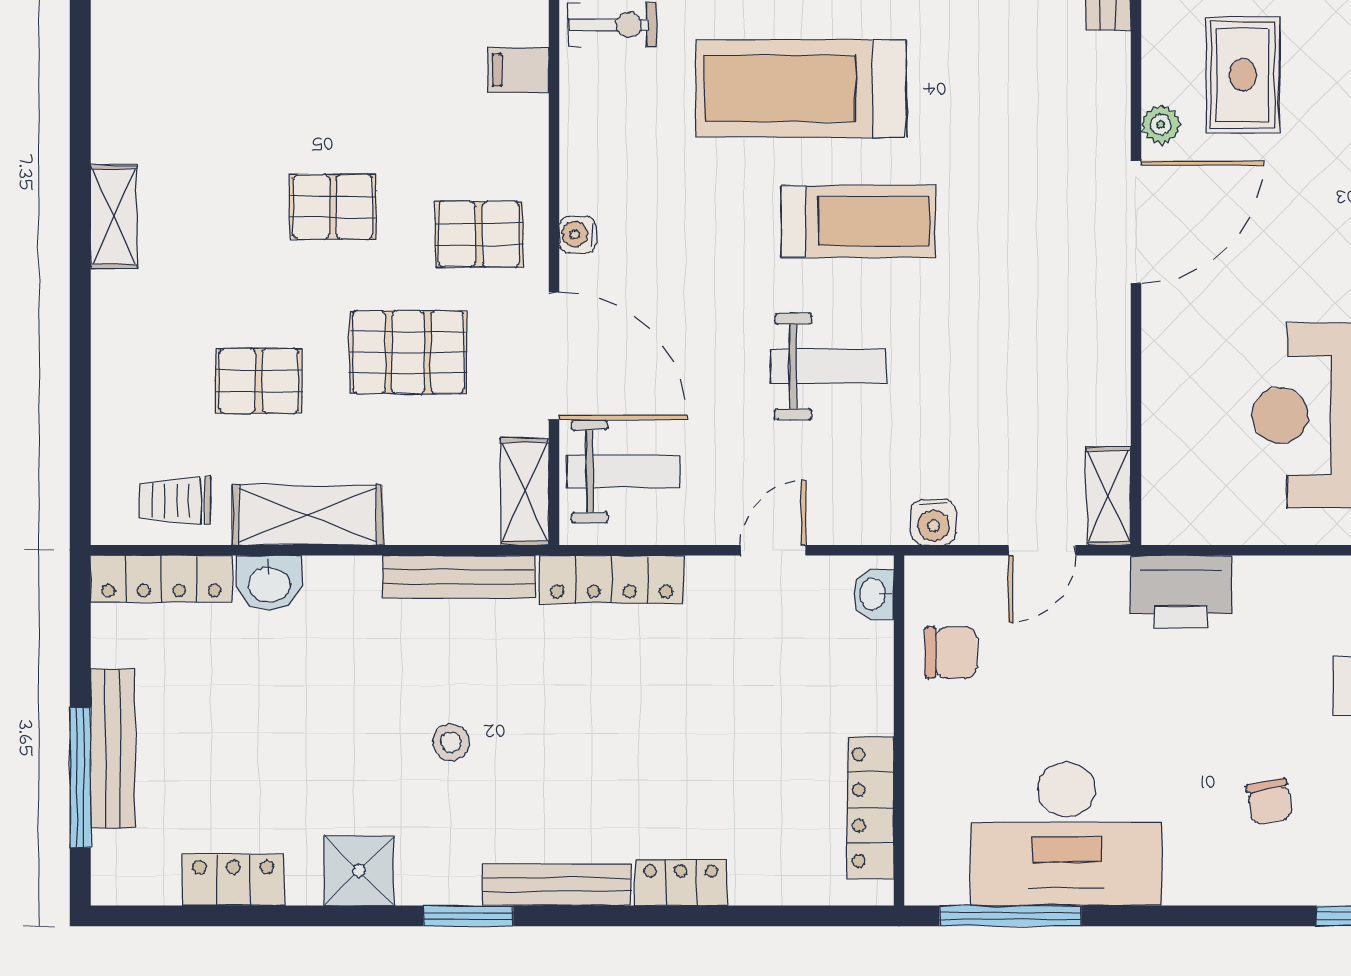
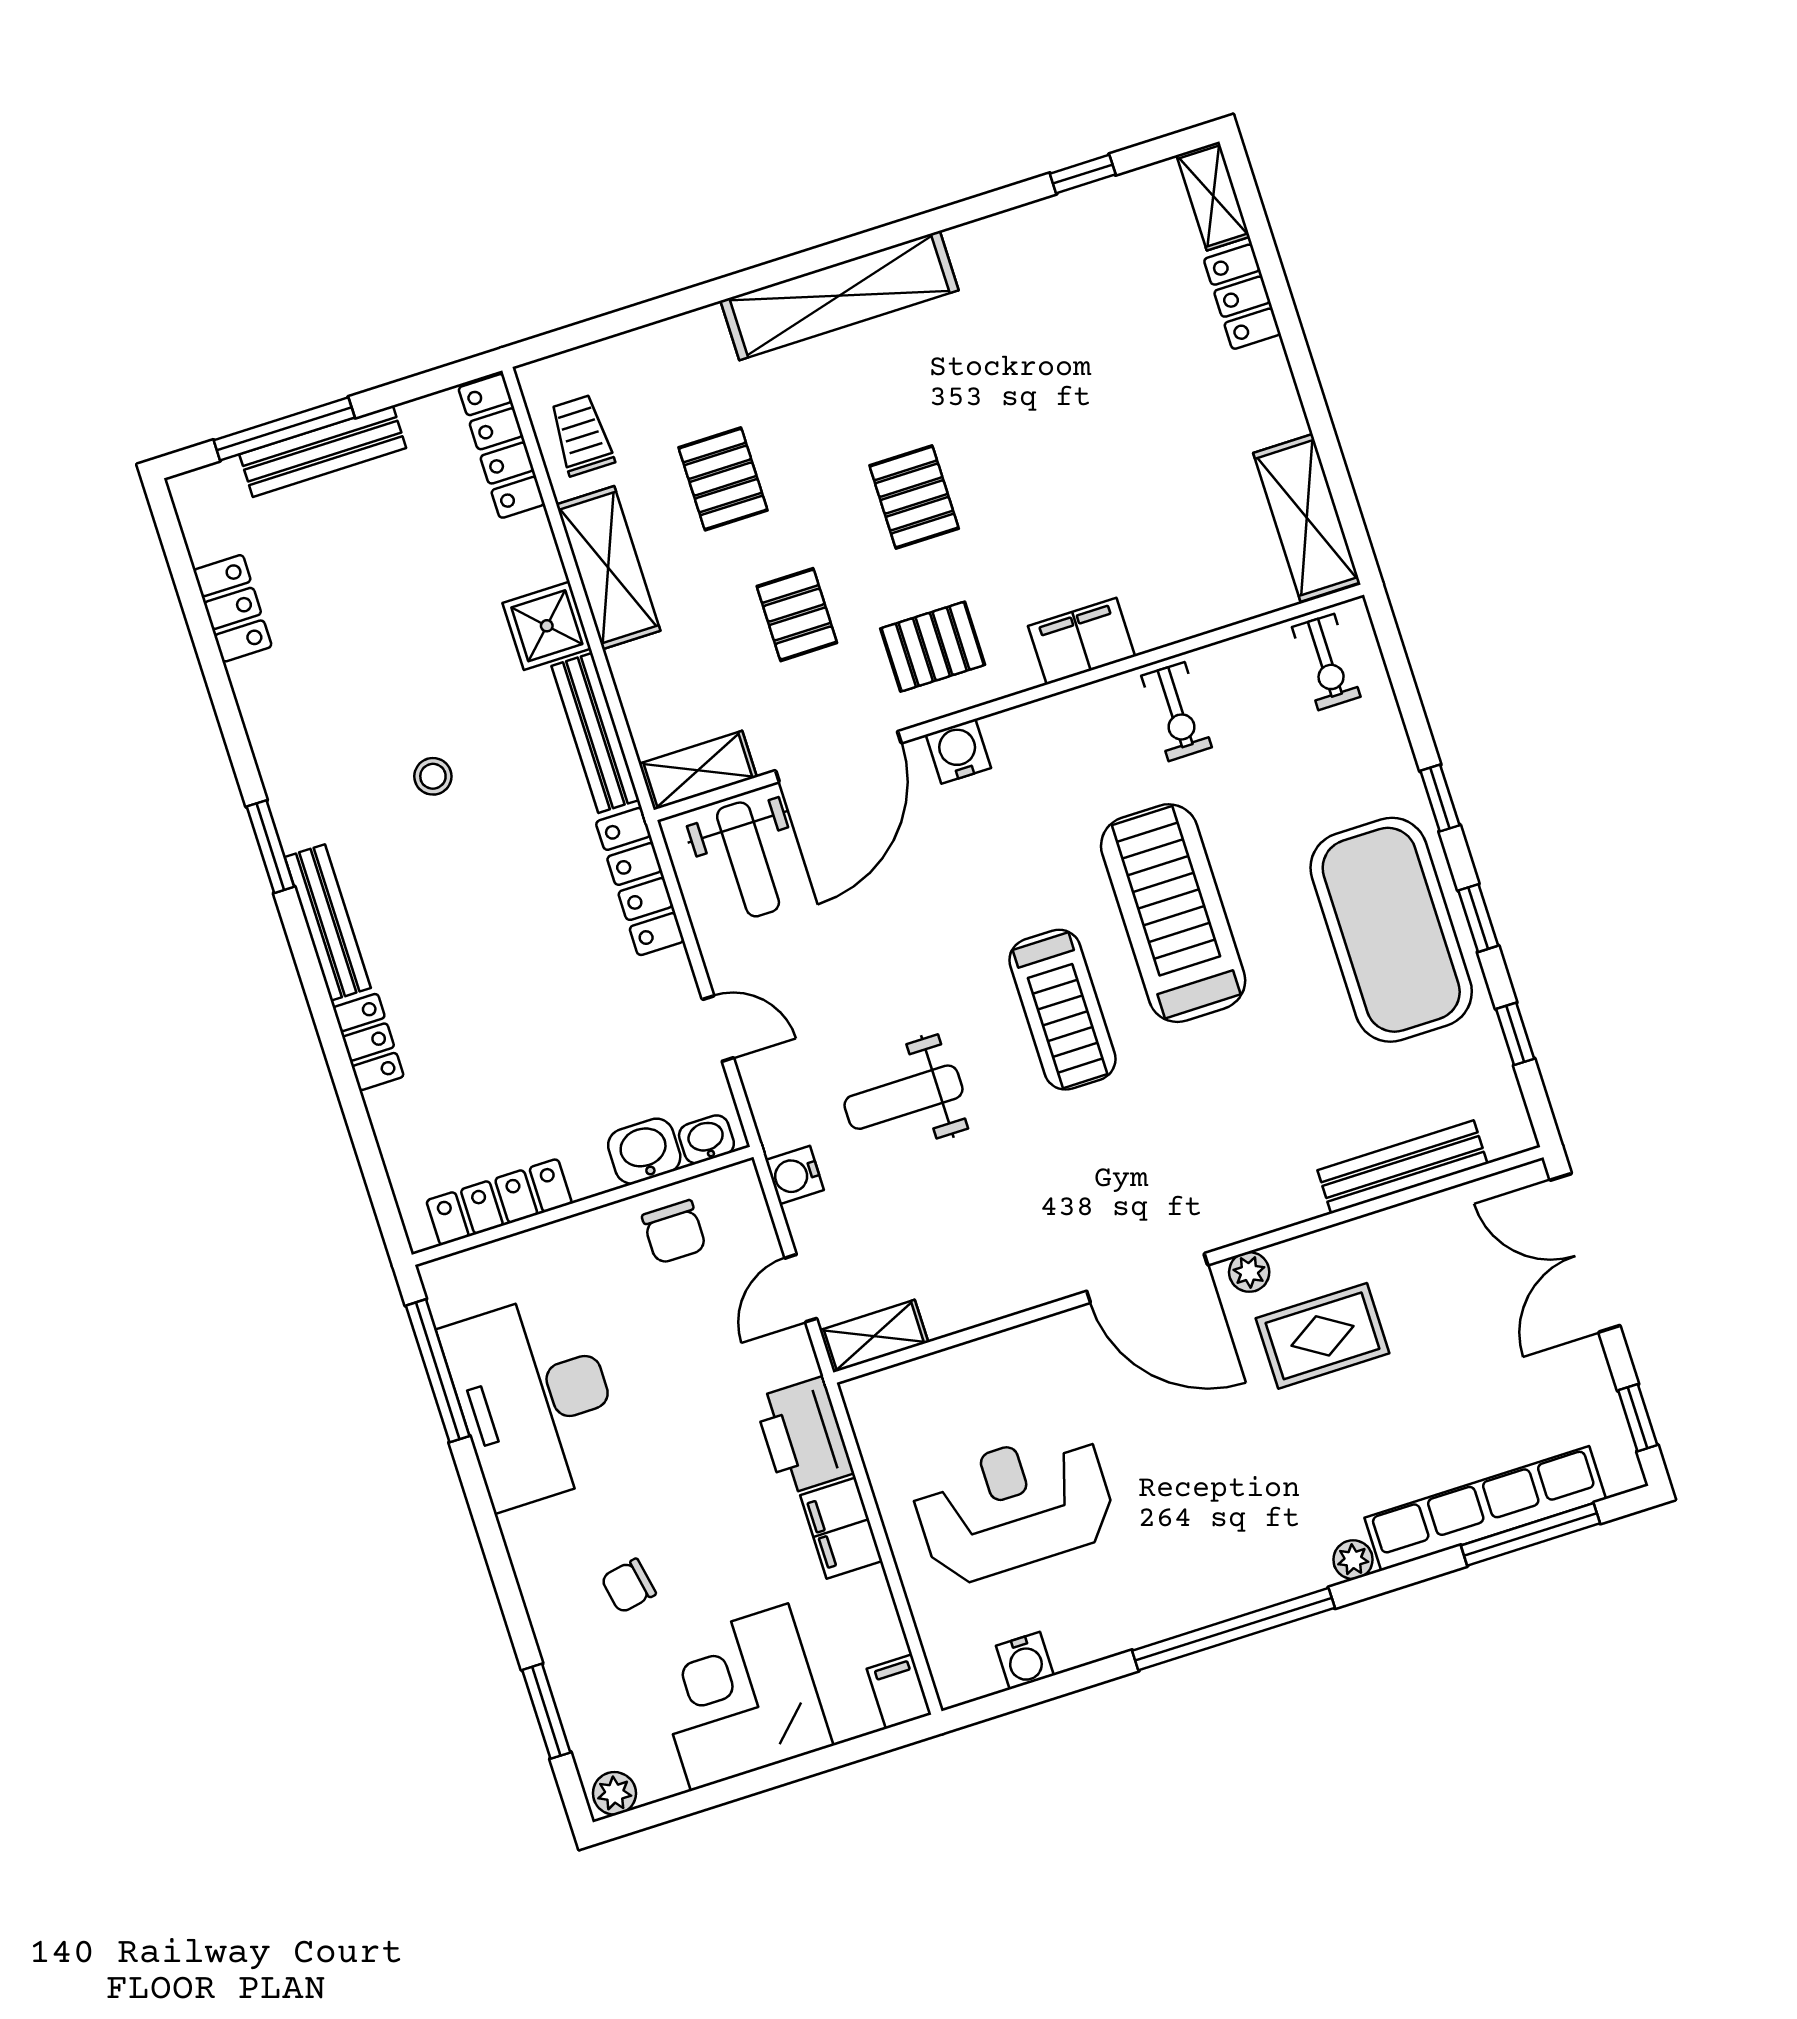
filing cabinet: (518, 70) -> (1082, 641), width x2.00
shelving: (114, 217) -> (839, 296), width x2.20, depth x1.33
pallet: (479, 234) -> (933, 647), turned 90
water cooler: (578, 234) -> (958, 751), width x1.38, depth x1.38
pallet: (408, 352) -> (797, 615), width x0.67, depth x0.71
weight bench: (828, 367) -> (903, 1097), moved, turned 90
door: (1042, 550) -> (801, 1288), hinge flipped
washbasin: (269, 583) -> (644, 1151), moved, turned 90
filing cabinet: (1279, 584) -> (841, 1528), added
shower: (359, 871) -> (547, 626), moved

